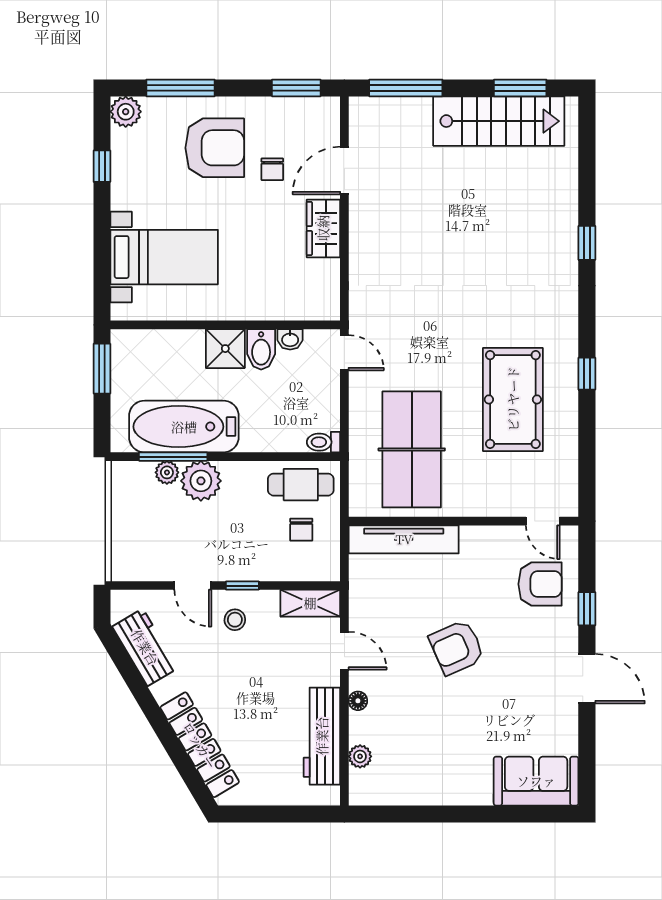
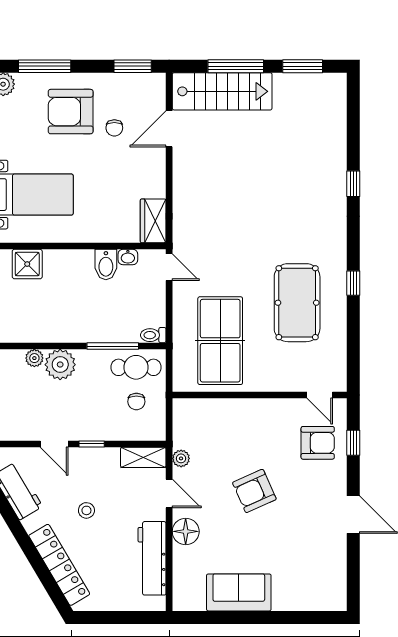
window: (406, 88) -> (236, 66), moved
stairs: (499, 121) -> (222, 91), moved
armchair: (215, 148) -> (71, 112), turned 180
wardrobe: (323, 228) -> (153, 221), moved
shower: (225, 349) -> (27, 264), moved
bathtub: (184, 427) -> (47, 323), removed
window: (173, 457) -> (113, 346), moved
tv unit: (404, 539) -> (214, 409), removed
window: (587, 609) -> (353, 443), moved
stool: (235, 620) -> (86, 510), moved
floor lamp: (358, 701) -> (186, 531), width x1.89, depth x1.89
plant: (360, 756) -> (181, 458), moved
sofa: (536, 781) -> (239, 592), moved

